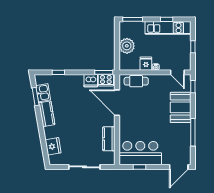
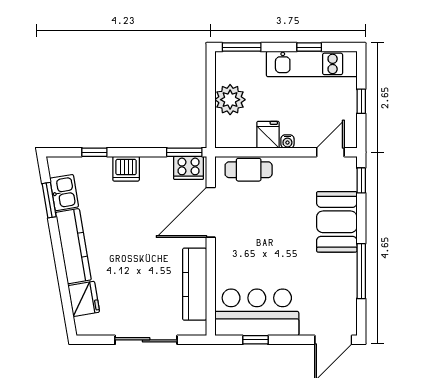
door: (177, 72) -> (330, 152), swing flipped
dishwasher: (91, 81) -> (126, 169), moved
door: (117, 103) -> (211, 212), hinge flipped
kitchen counter: (47, 114) -> (73, 246), width x1.50
kitchen counter: (109, 139) -> (195, 284), width x1.50

